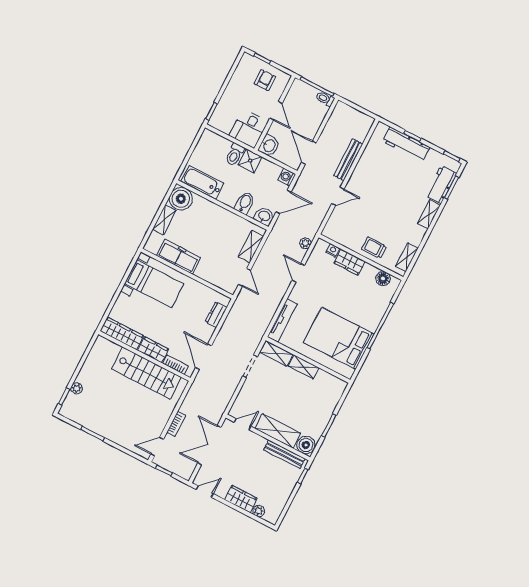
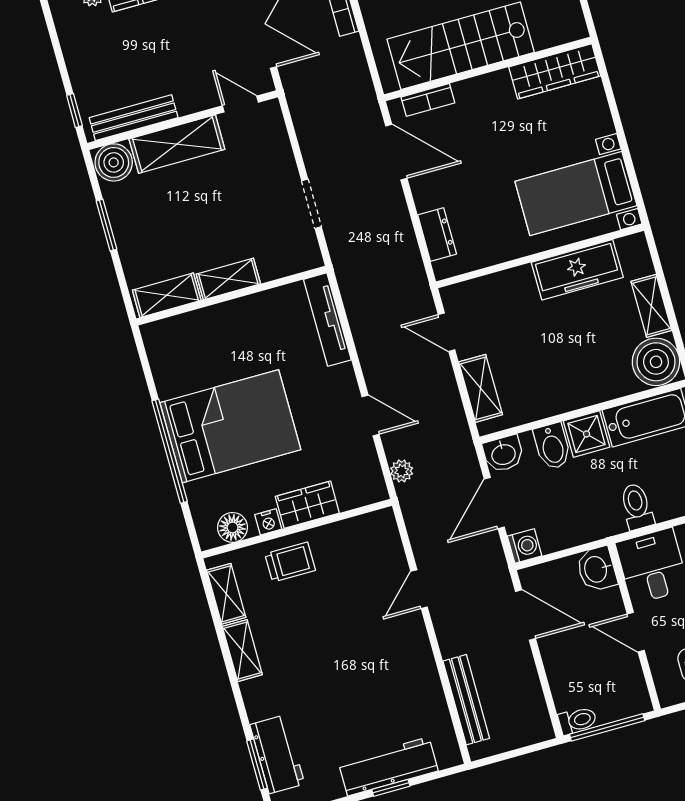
bench: (348, 160) -> (466, 700), moved
shower: (250, 161) -> (587, 434), moved
shelving: (429, 214) -> (242, 651), moved
nightstand: (333, 250) -> (268, 522), moved
bed: (339, 338) -> (230, 426), moved
wardrobe: (153, 350) -> (484, 91), removed
shelving: (276, 353) -> (167, 295), moved
door: (243, 424) -> (240, 104), swing flipped

